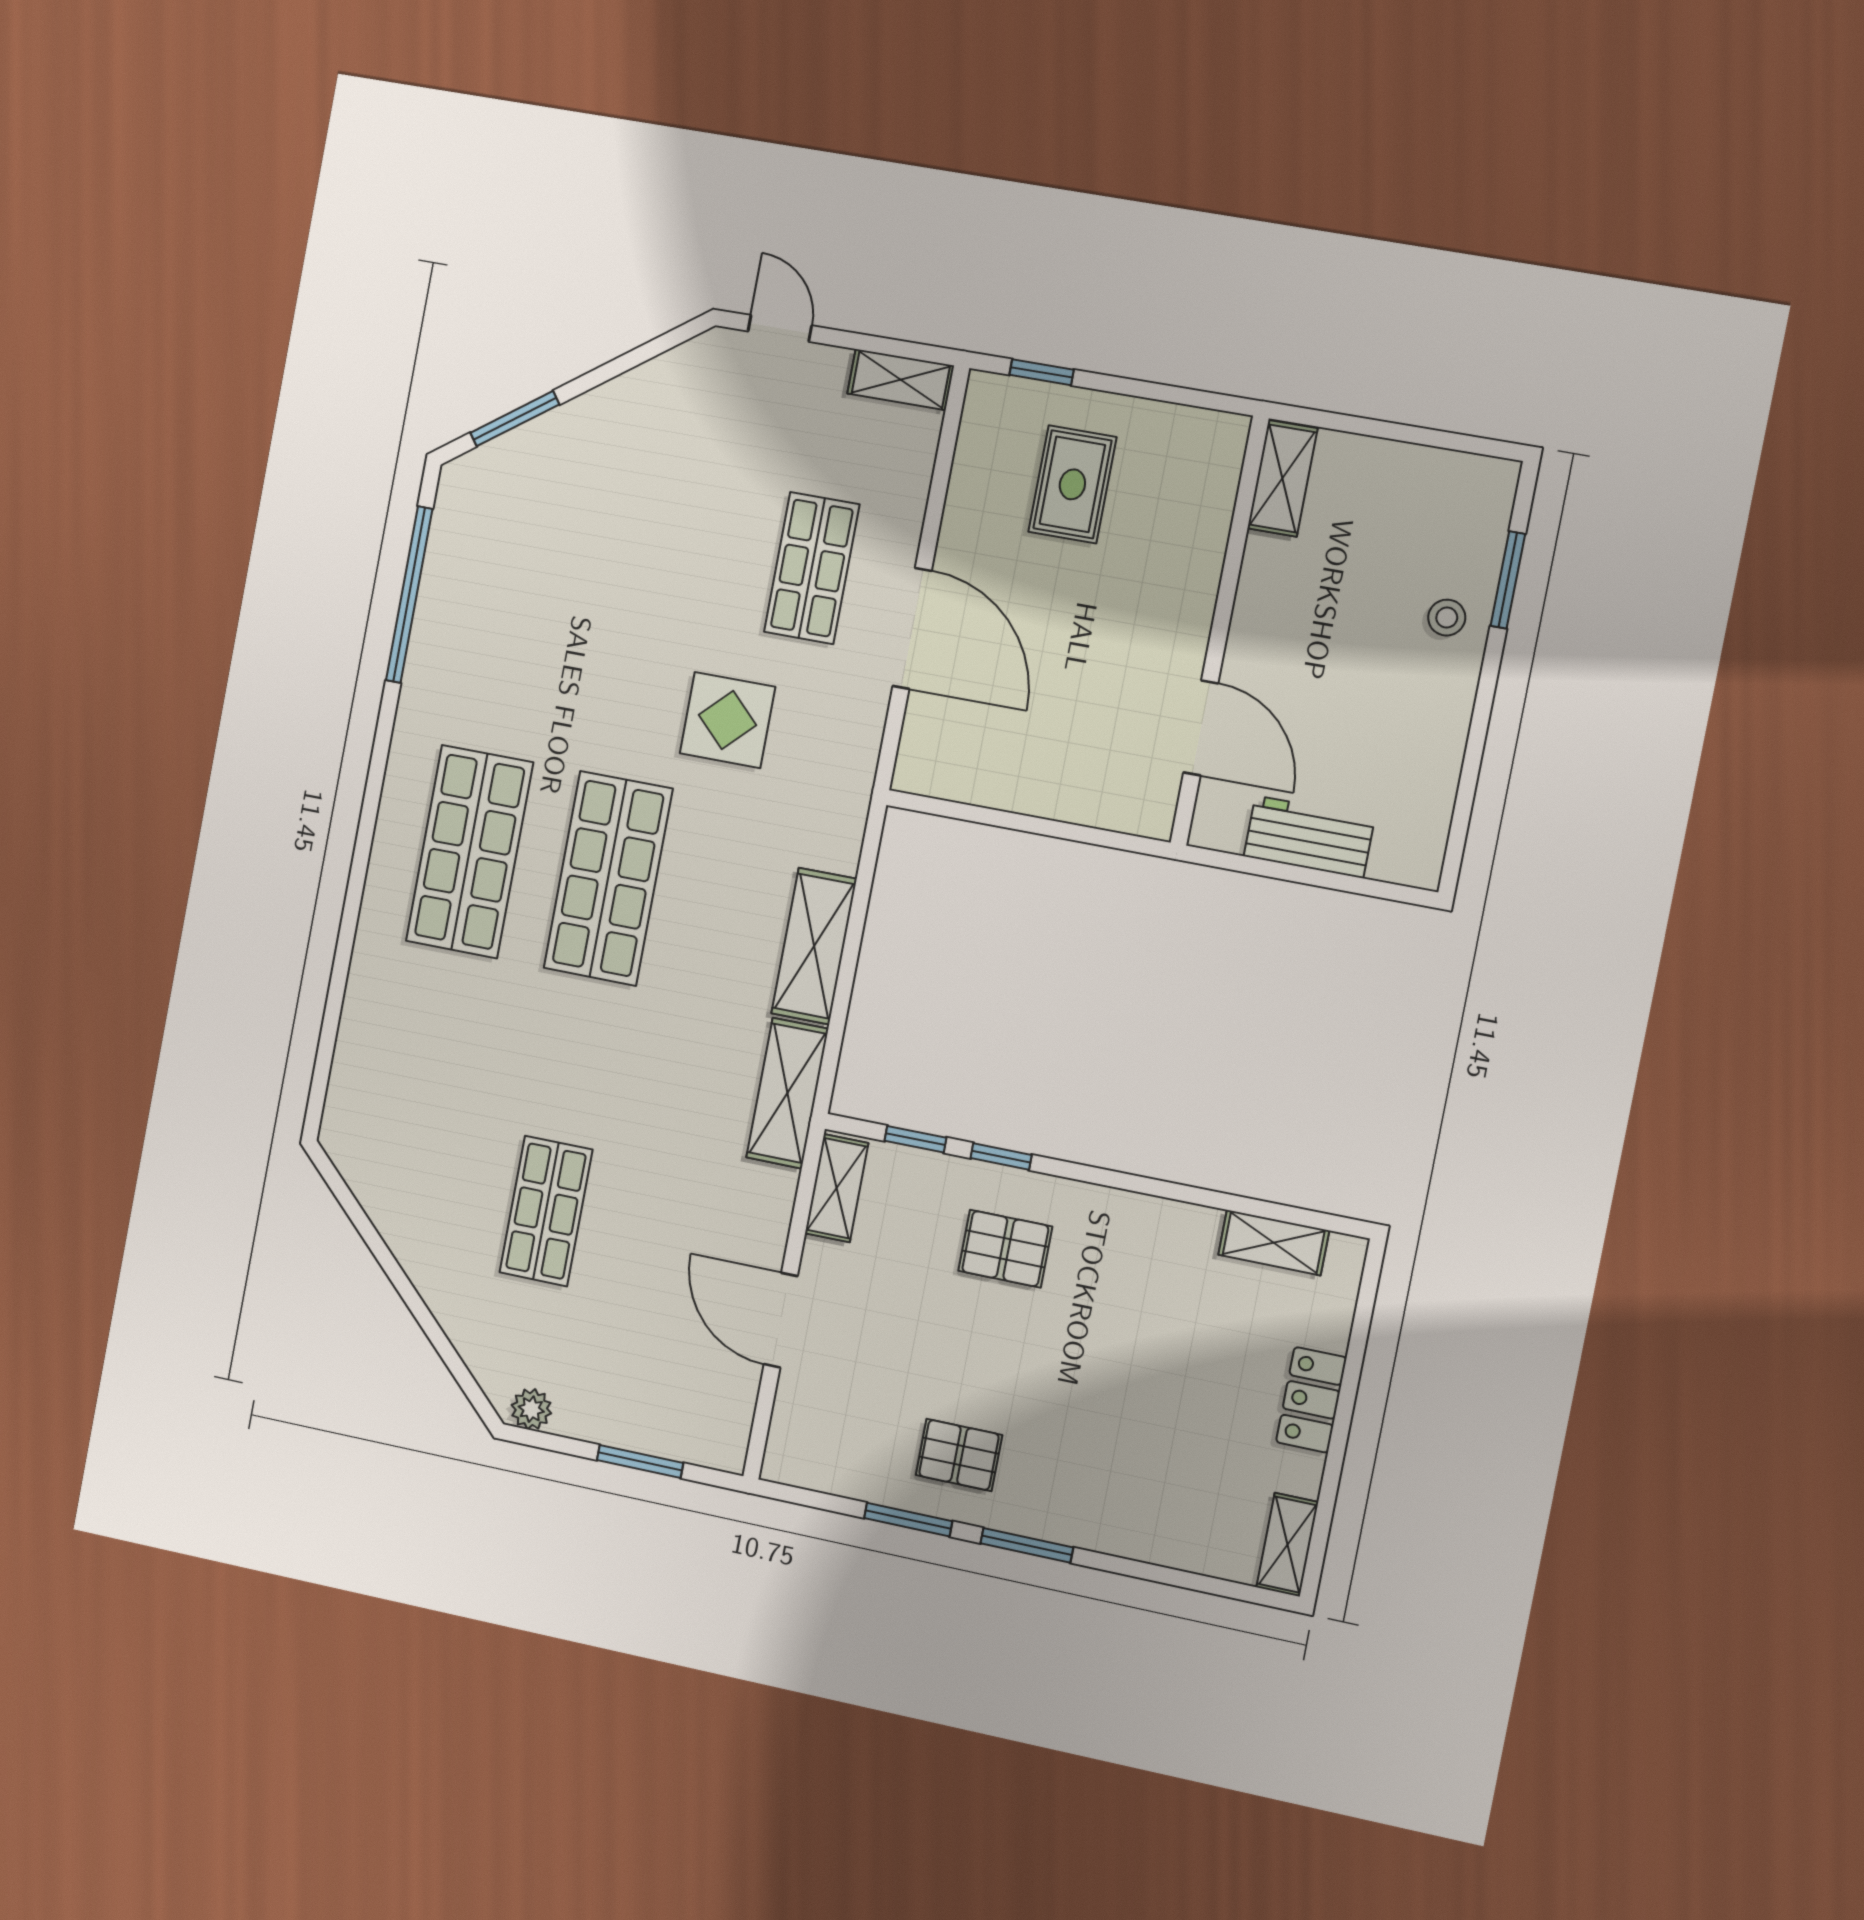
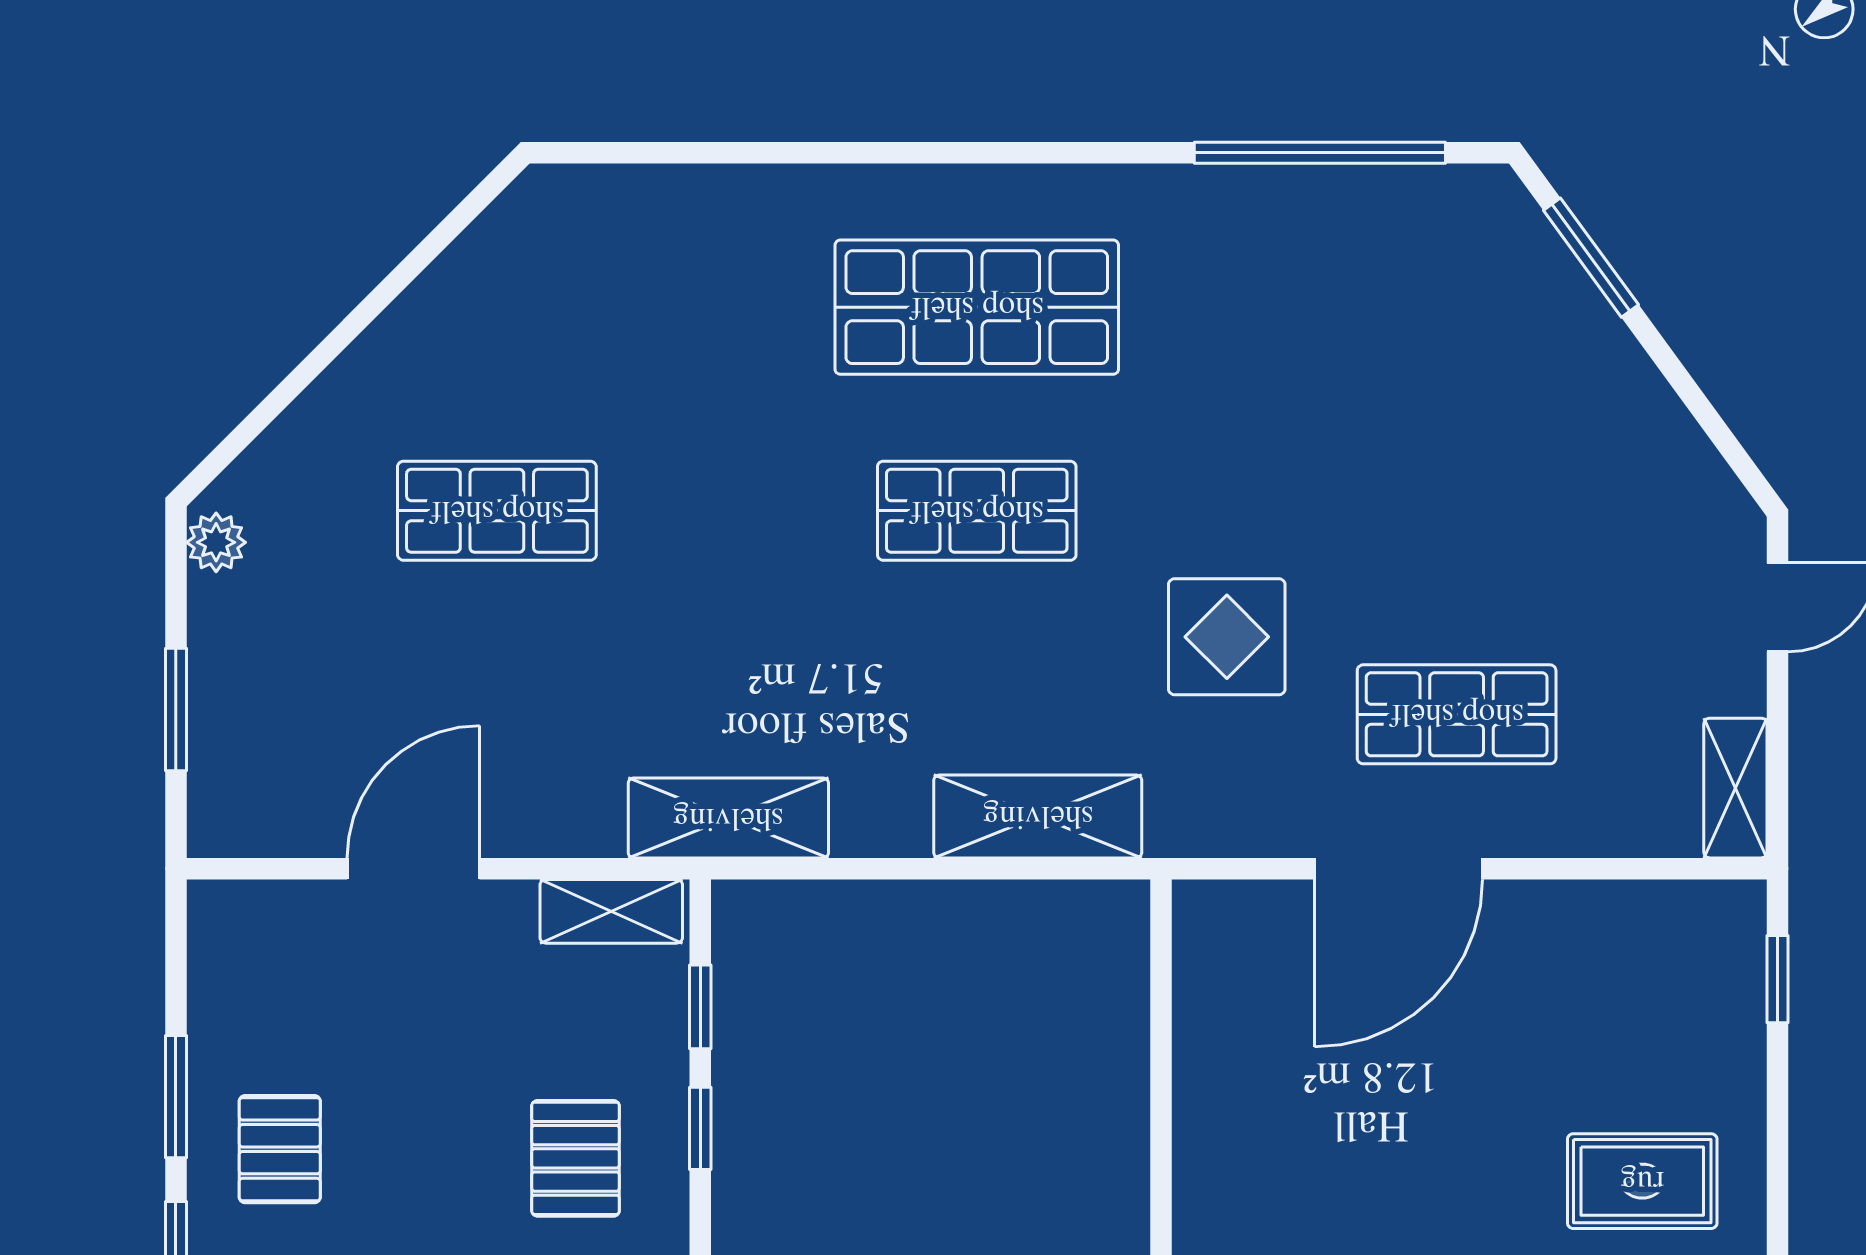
rug: (1072, 484) -> (1642, 1181), moved
shop shelf: (608, 878) -> (977, 511), width x0.70, depth x0.74
shelving: (814, 946) -> (1038, 816), moved

